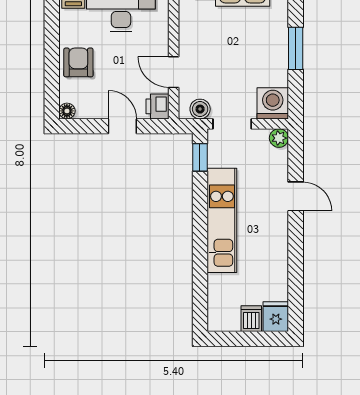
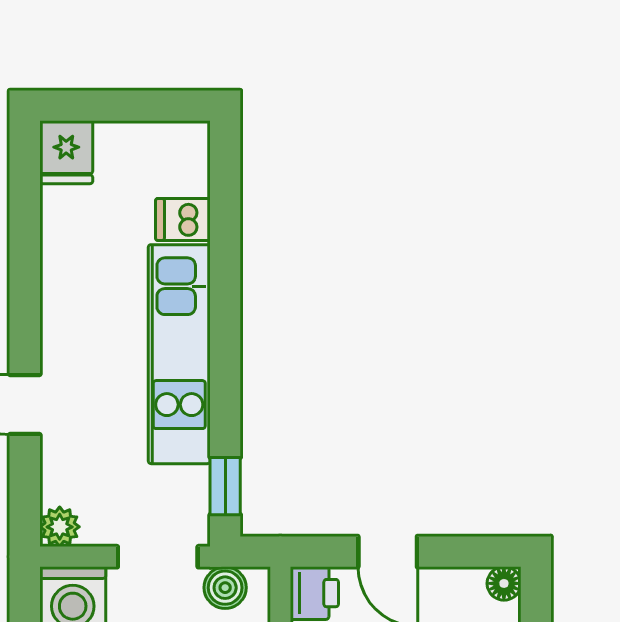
dishwasher: (251, 319) -> (183, 219), moved, turned 90

